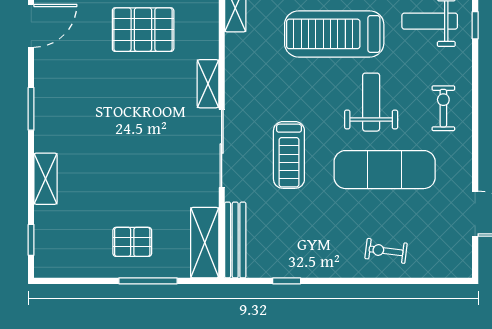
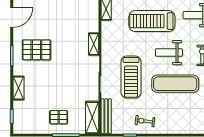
pallet: (143, 30) -> (36, 50), moved
weight bench: (371, 102) -> (169, 53), turned -90
treadmill: (289, 155) -> (131, 77), width x1.37, depth x1.38
exercise bike: (386, 251) -> (145, 121), moved

